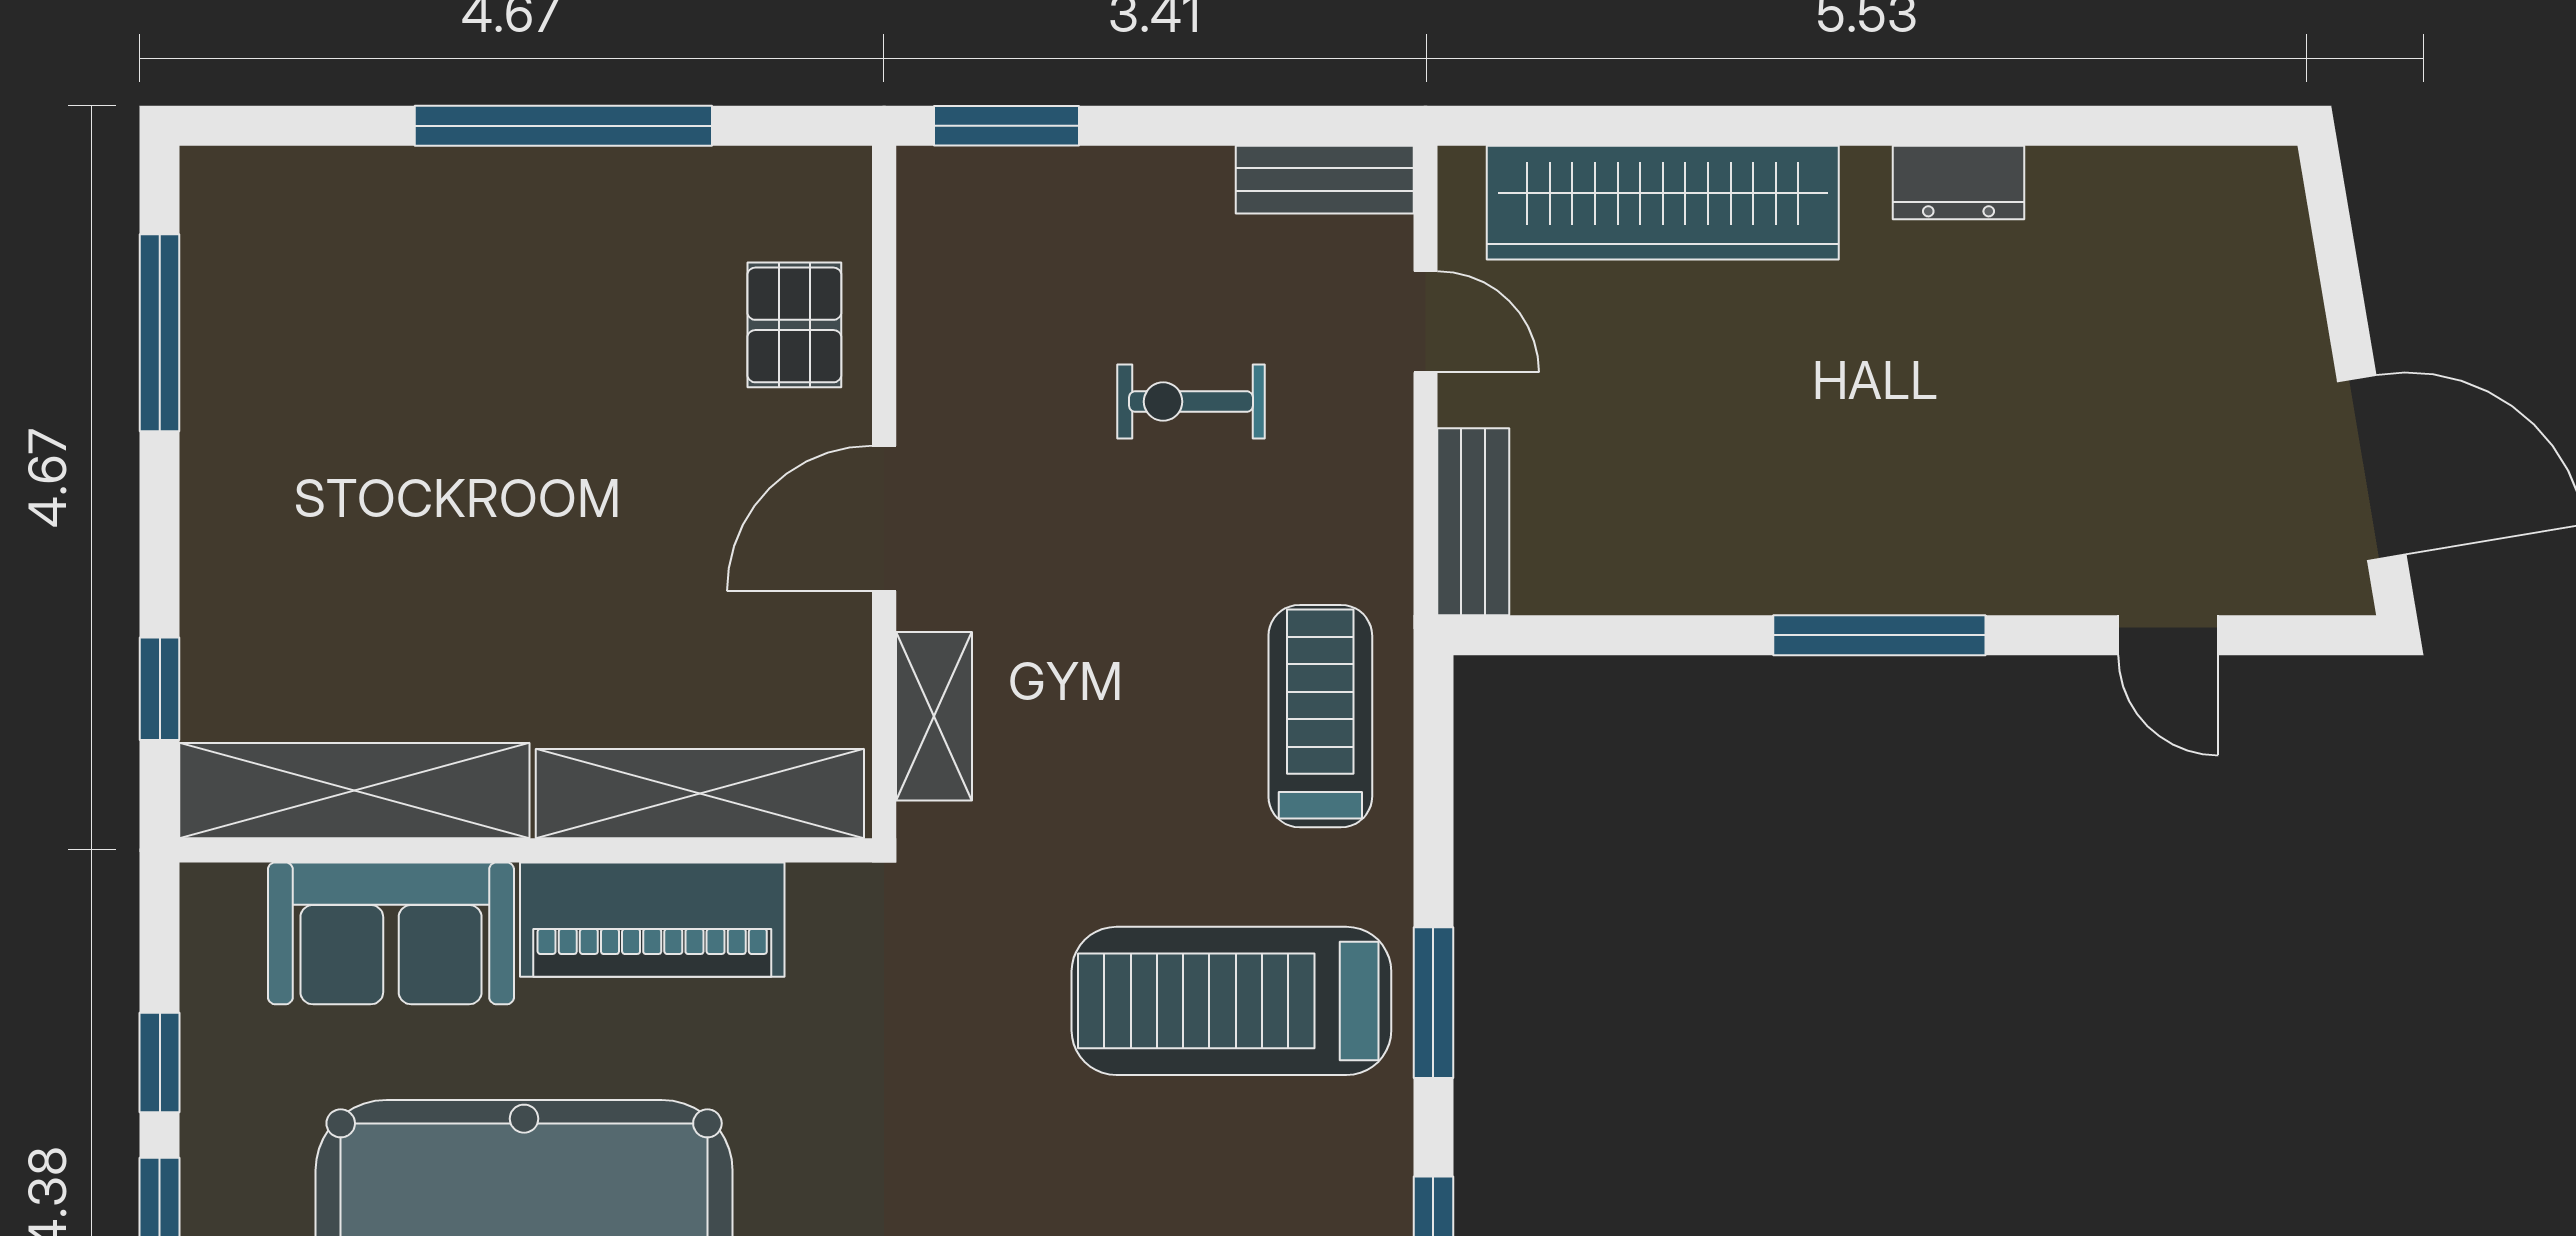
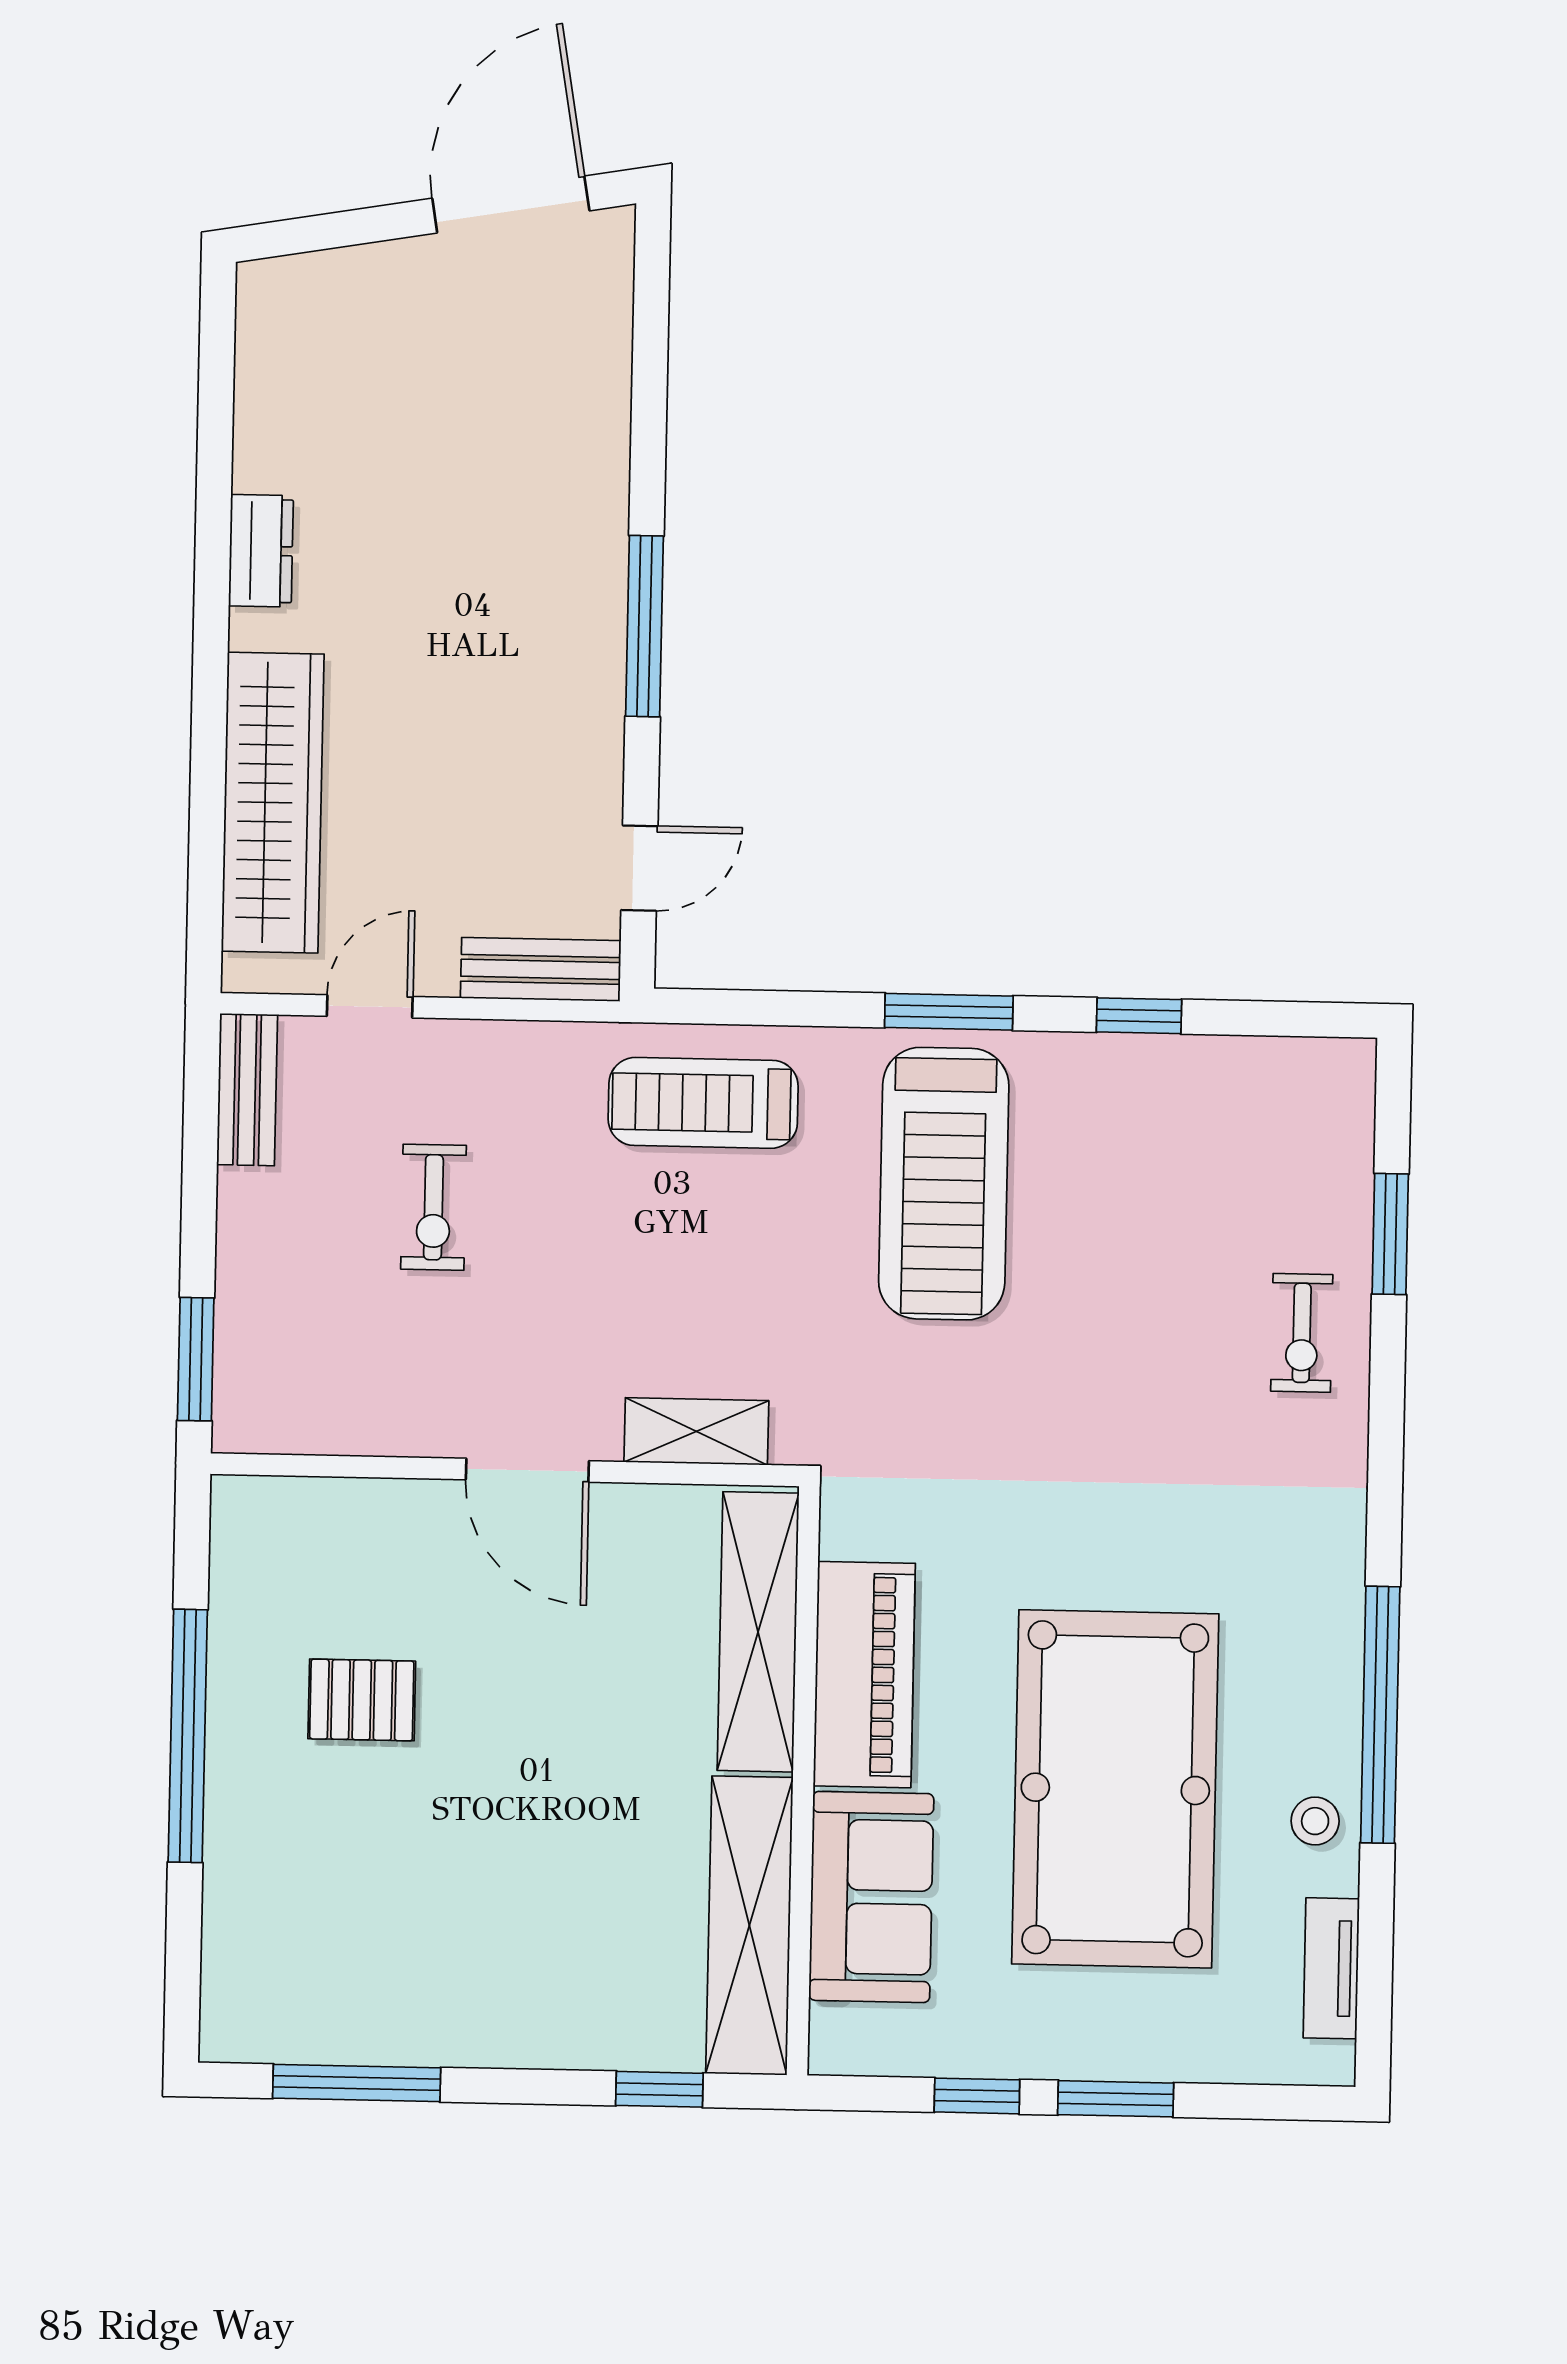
pallet: (794, 325) -> (362, 1700), moved
door: (2168, 635) -> (639, 868), moved

